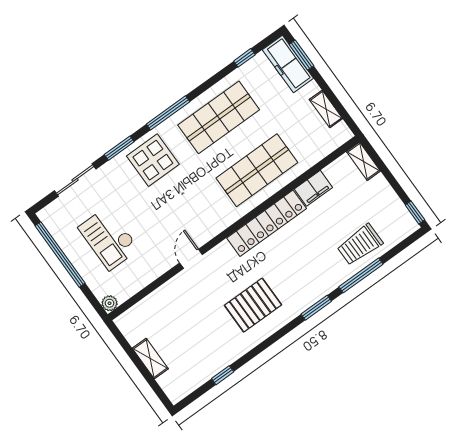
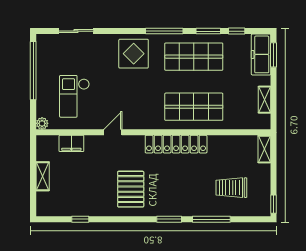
window: (119, 148) -> (208, 31), moved
filing cabinet: (313, 188) -> (71, 143), moved
checkout: (109, 238) -> (74, 96), moved
trolley: (360, 245) -> (231, 188), moved
pallet: (253, 305) -> (131, 189), turned 90

